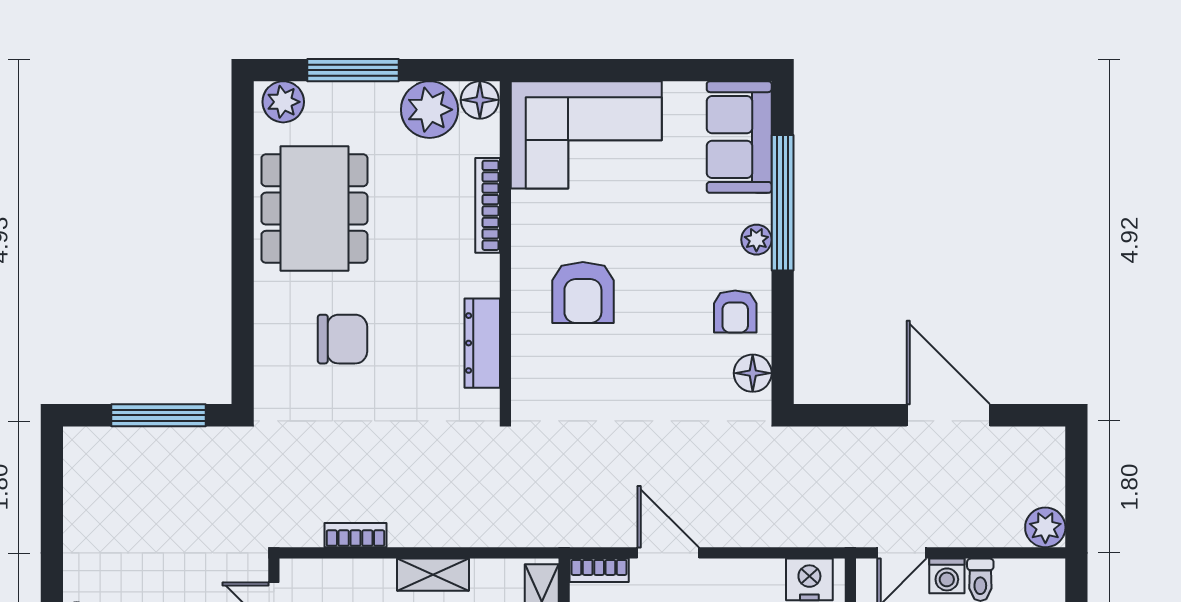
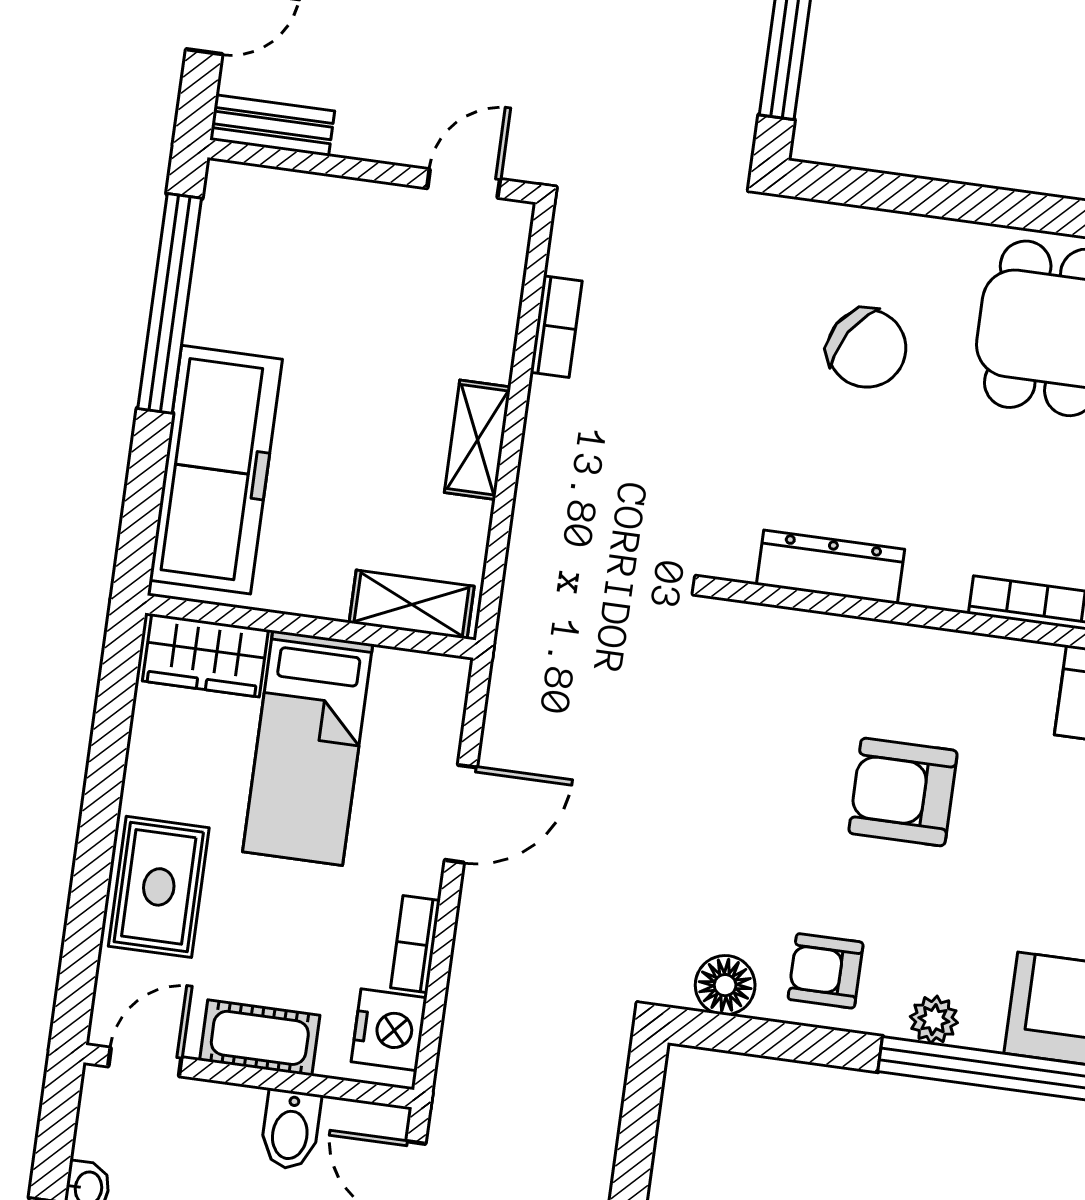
armchair: (583, 292) -> (903, 792), moved
chair: (342, 339) -> (867, 348), turned -58
bookcase: (599, 570) -> (415, 944), moved

